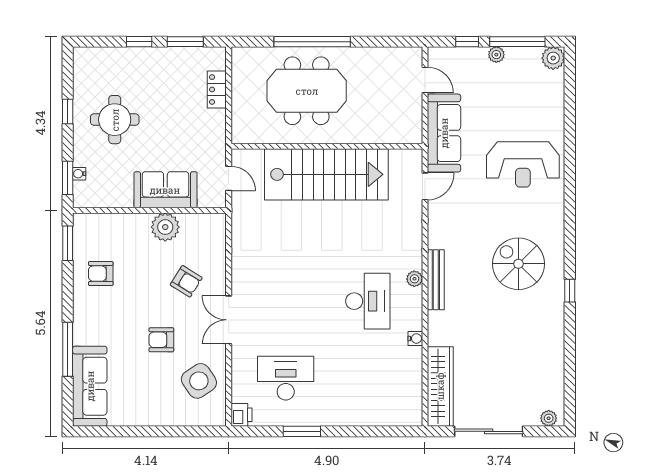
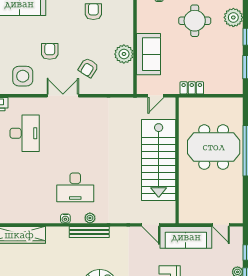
plant: (110, 61) -> (233, 17), added
door: (425, 80) -> (221, 225), hinge flipped
locker: (217, 90) -> (192, 88), moved
meeting table: (307, 91) -> (214, 147), turned 90
water cooler: (415, 338) -> (65, 219), moved
side table: (199, 381) -> (23, 76), turned 34

